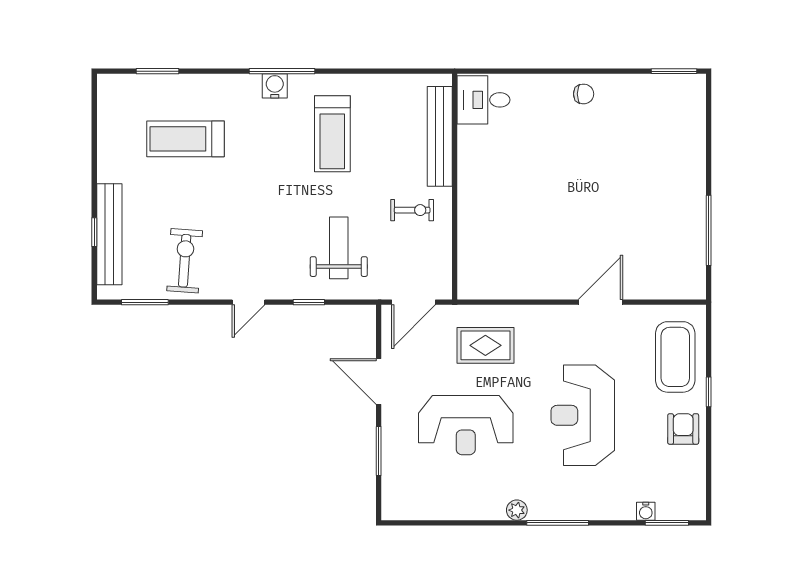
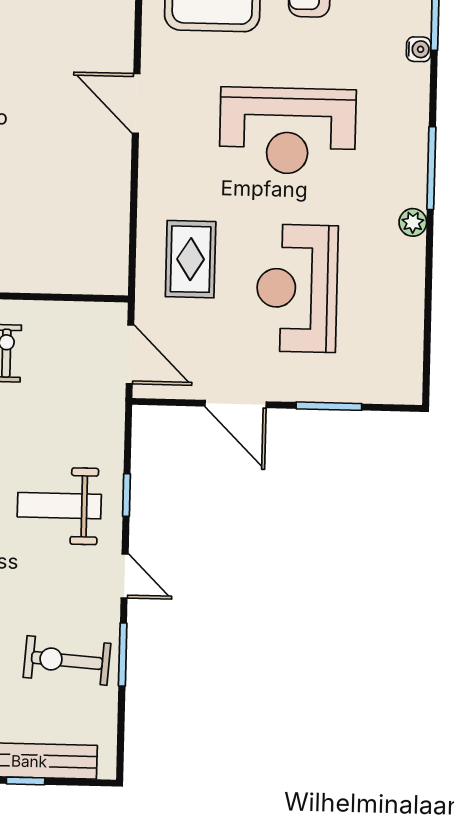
weight bench: (339, 248) -> (59, 506), moved
window: (145, 302) -> (123, 654), moved
door: (379, 382) -> (236, 404), hinge flipped
reception desk: (466, 425) -> (297, 288), turned 180

